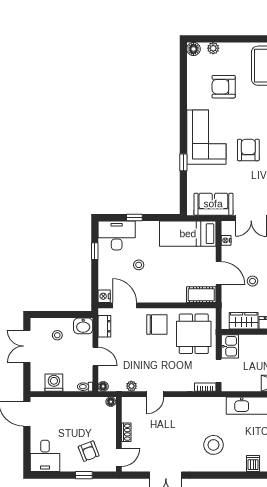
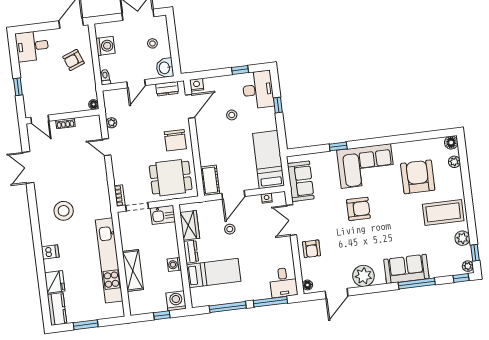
armchair: (224, 87) -> (418, 177), width x1.36, depth x1.36
floor lamp: (103, 386) -> (108, 95), removed
armchair: (89, 451) -> (74, 60), moved

